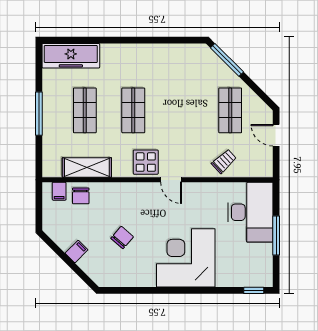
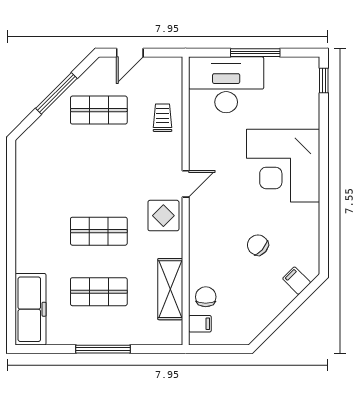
window: (227, 60) -> (56, 93), moved
trolley: (224, 161) -> (163, 118), turned 43
chair: (81, 196) -> (206, 297), turned -90
filing cabinet: (77, 251) -> (297, 281), moved

